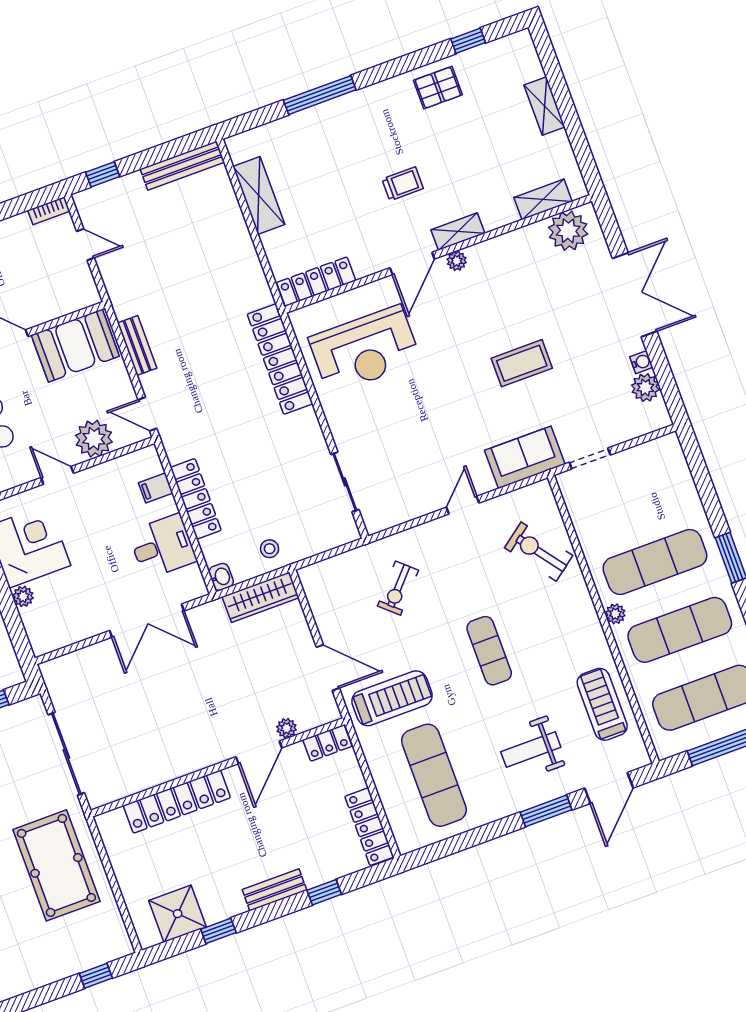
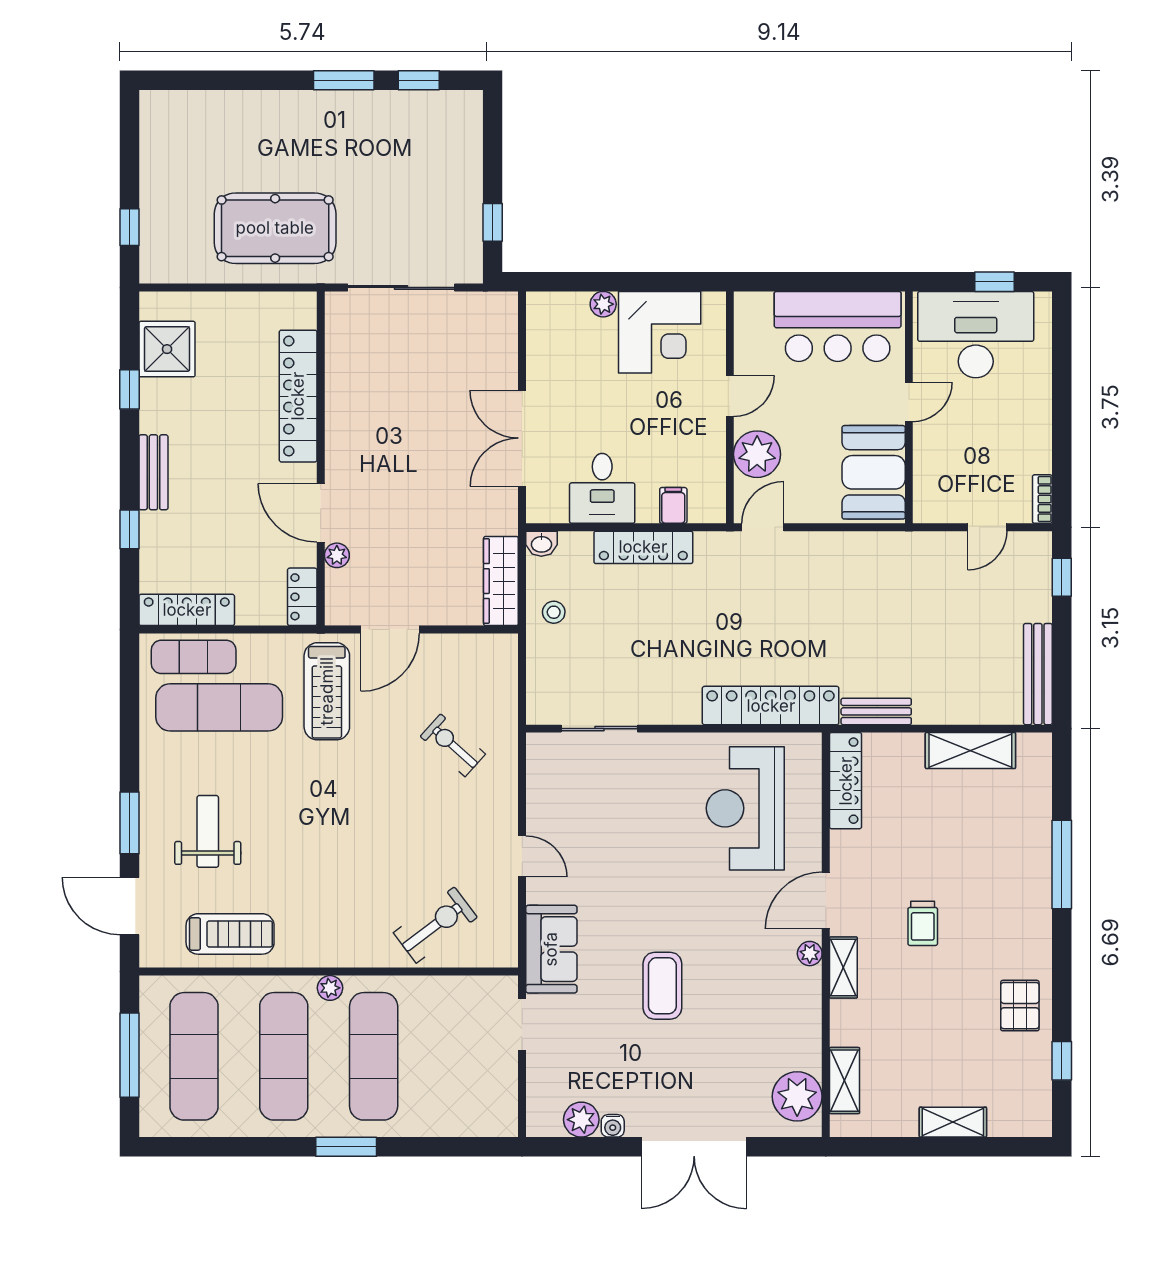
door: (412, 263) -> (826, 901), hinge flipped
bench: (137, 346) -> (876, 711), moved
exercise mat: (489, 651) -> (194, 657), moved

